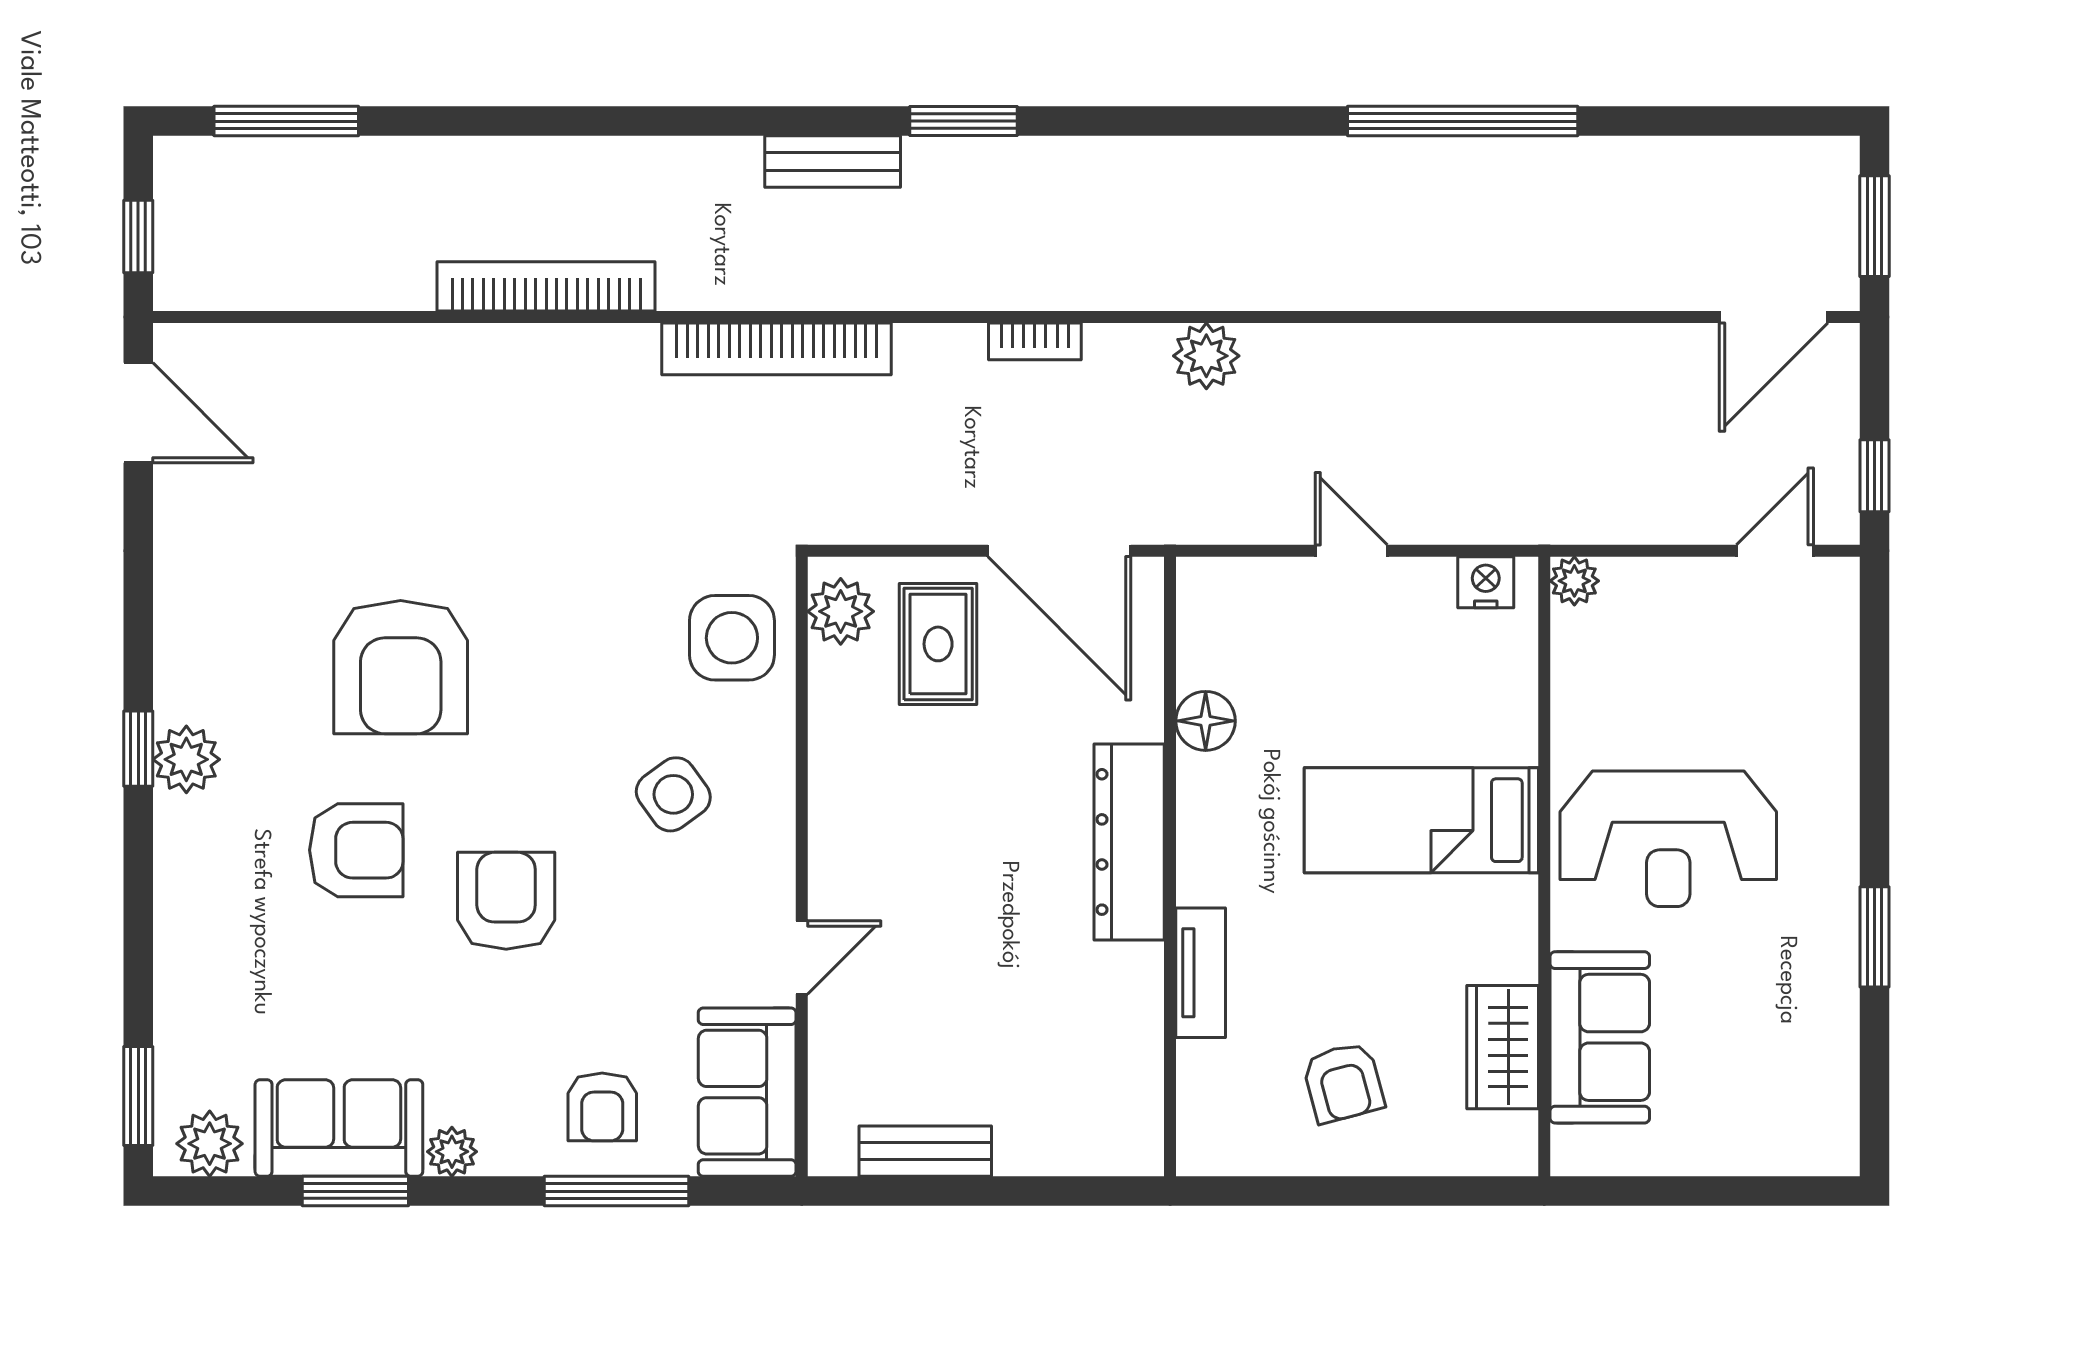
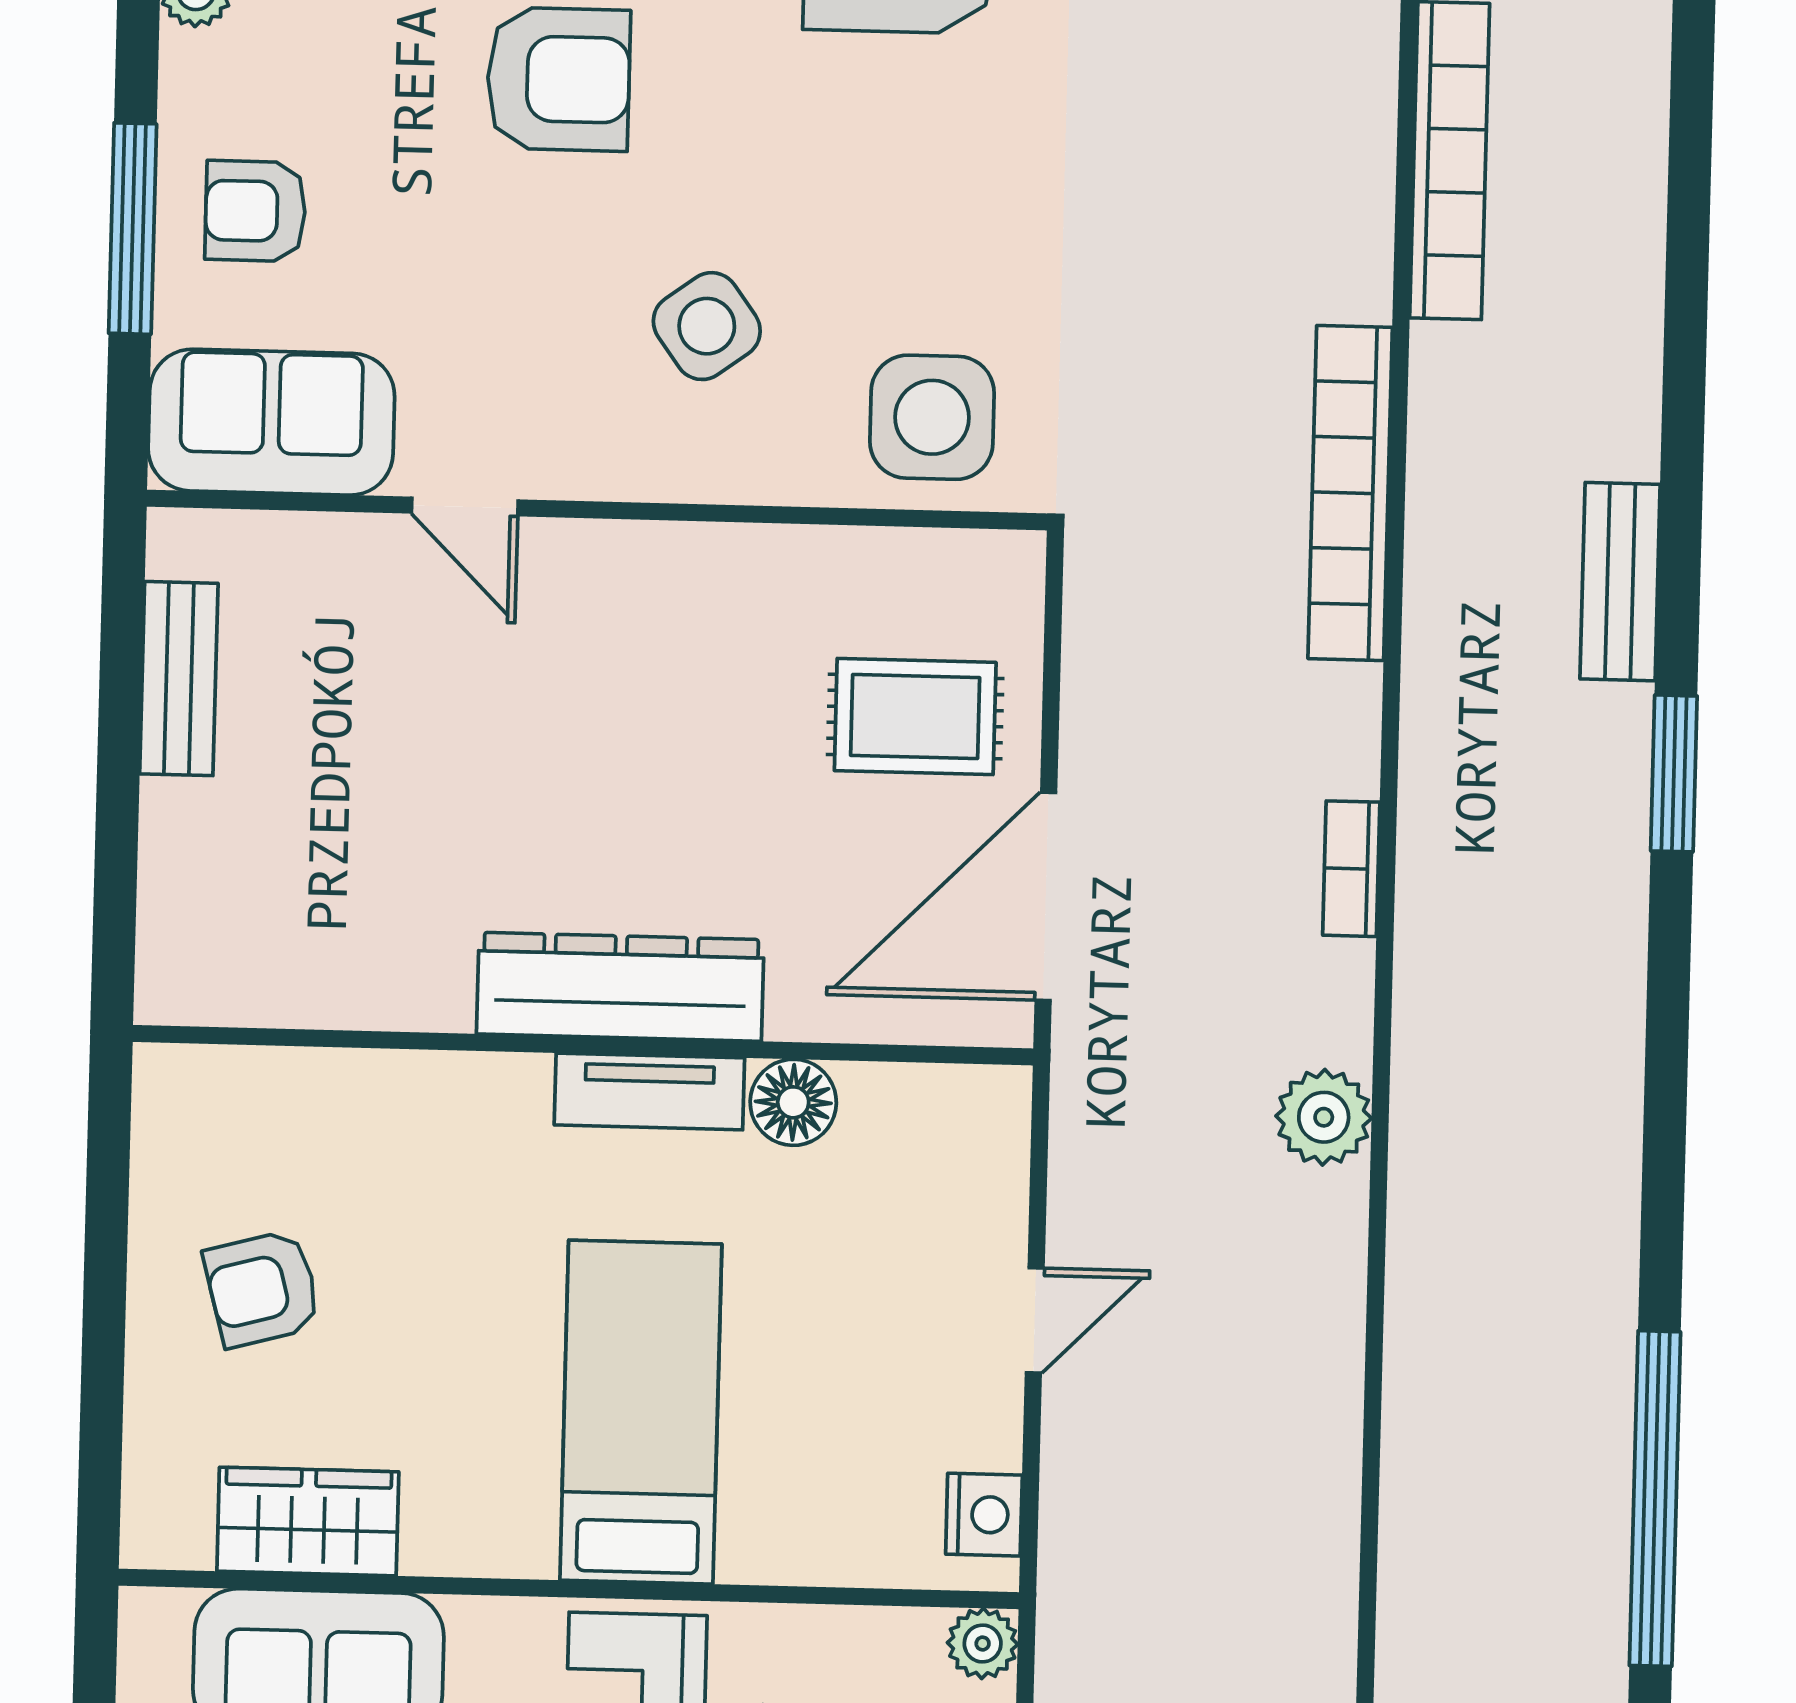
plant: (841, 611) -> (966, 576), removed
tv unit: (1201, 973) -> (649, 1091), moved

